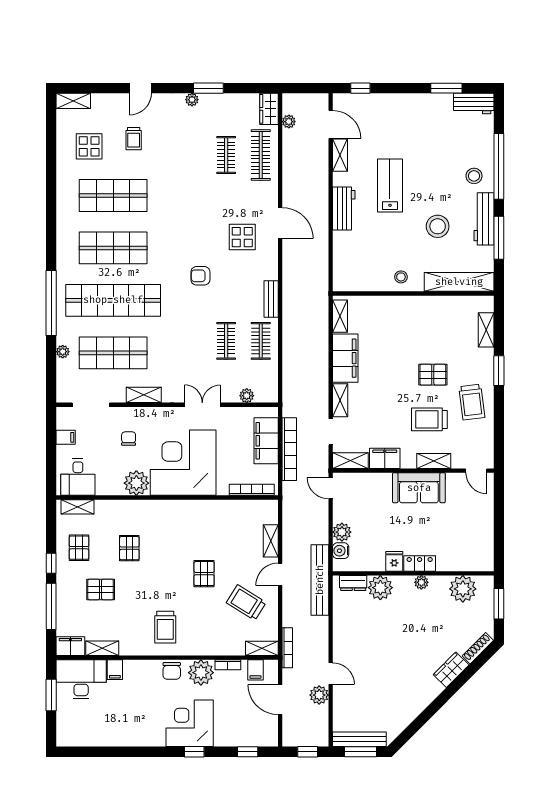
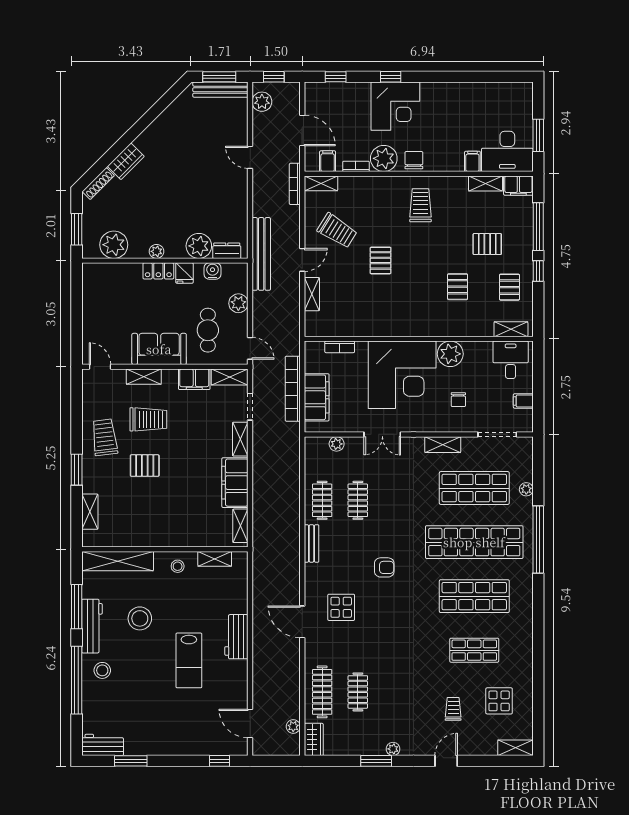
shelving: (340, 155) -> (215, 559), moved, turned 90
shop shelf: (113, 196) -> (474, 650), width x0.70, depth x0.74
bookcase: (252, 490) -> (340, 347), width x0.64
cafe table: (372, 506) -> (208, 330), added
water cooler: (341, 551) -> (213, 271), moved, turned -90
plant: (319, 695) -> (262, 102), moved

